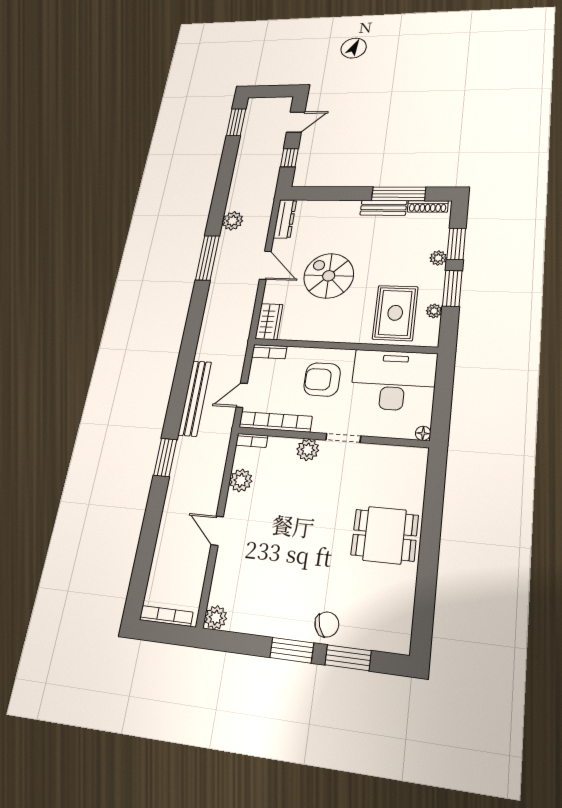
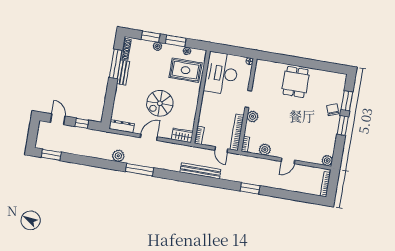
armchair: (322, 379) -> (217, 108), removed
bench: (195, 398) -> (200, 171), moved

